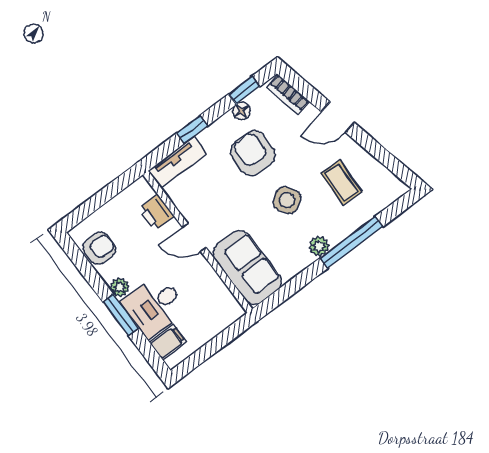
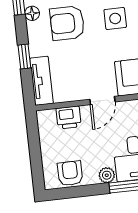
side table: (287, 200) -> (115, 18), turned 34

